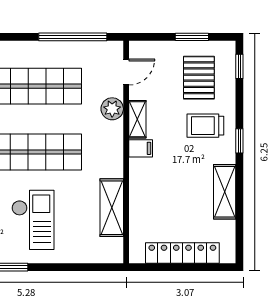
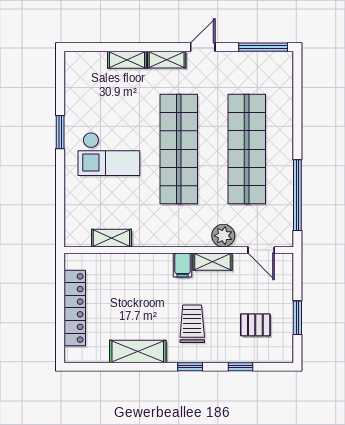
window: (239, 66) -> (240, 367), moved
pallet: (199, 78) -> (255, 325), width x0.67, depth x0.71
trolley: (205, 126) -> (192, 324), moved
shelving: (112, 208) -> (111, 238), width x0.67, depth x0.75

